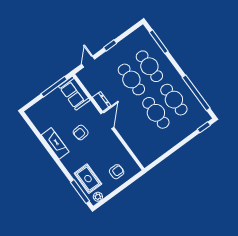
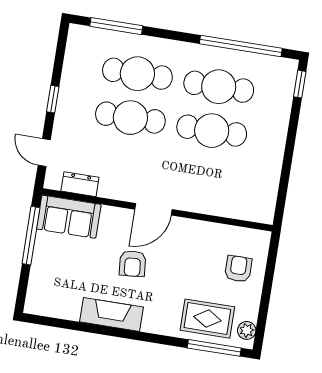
dresser: (102, 101) -> (80, 184), moved
door: (107, 120) -> (153, 209), swing flipped

